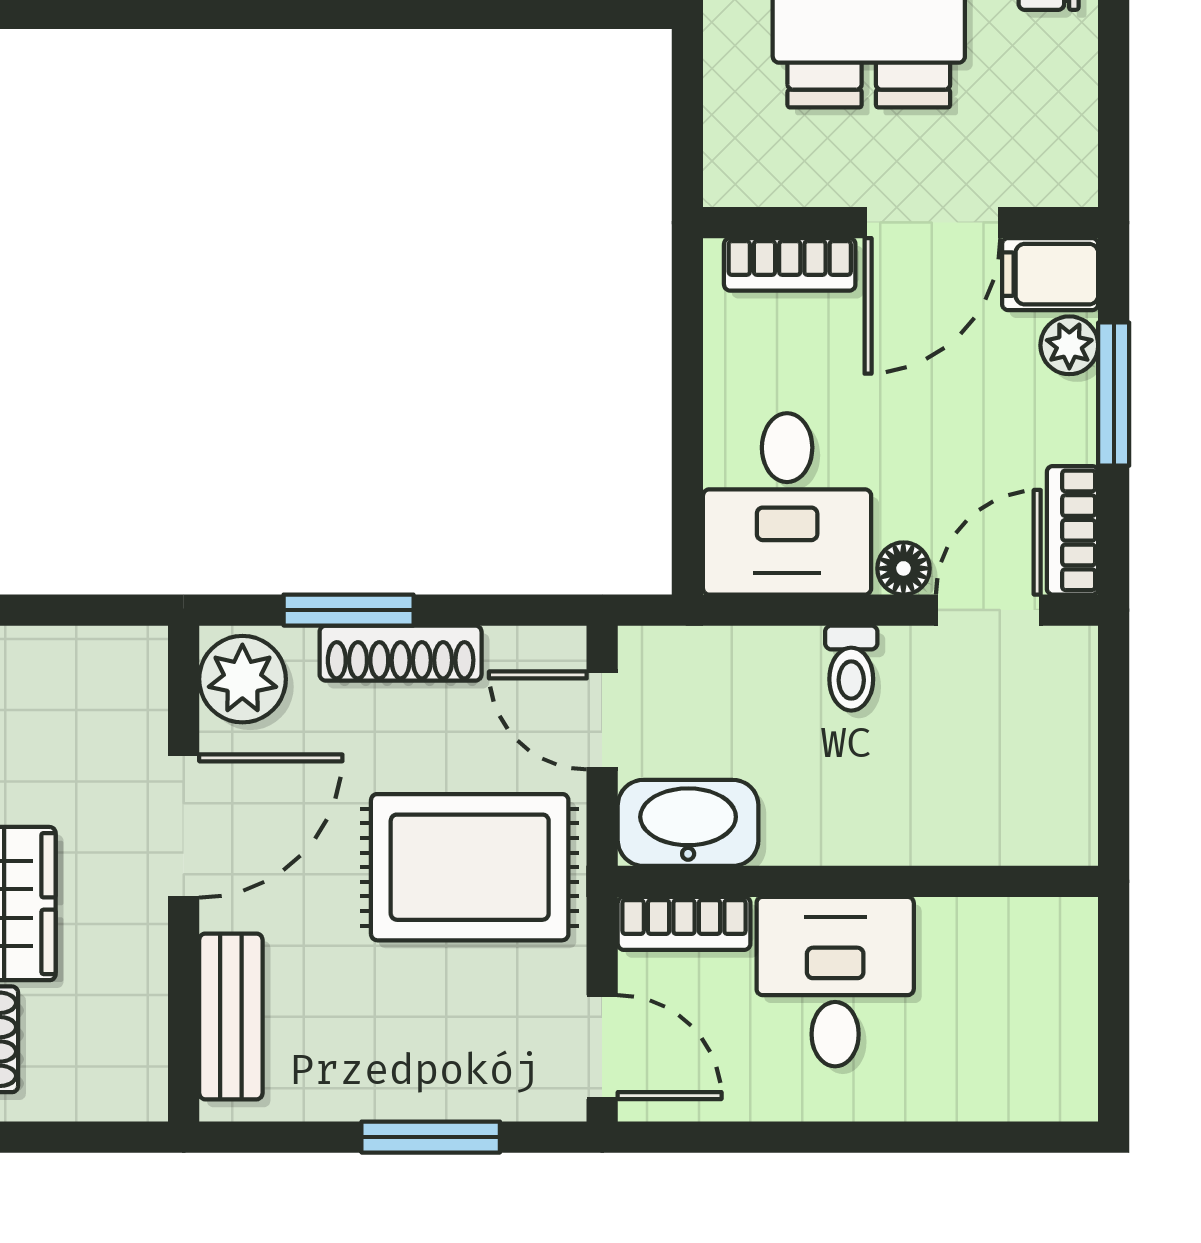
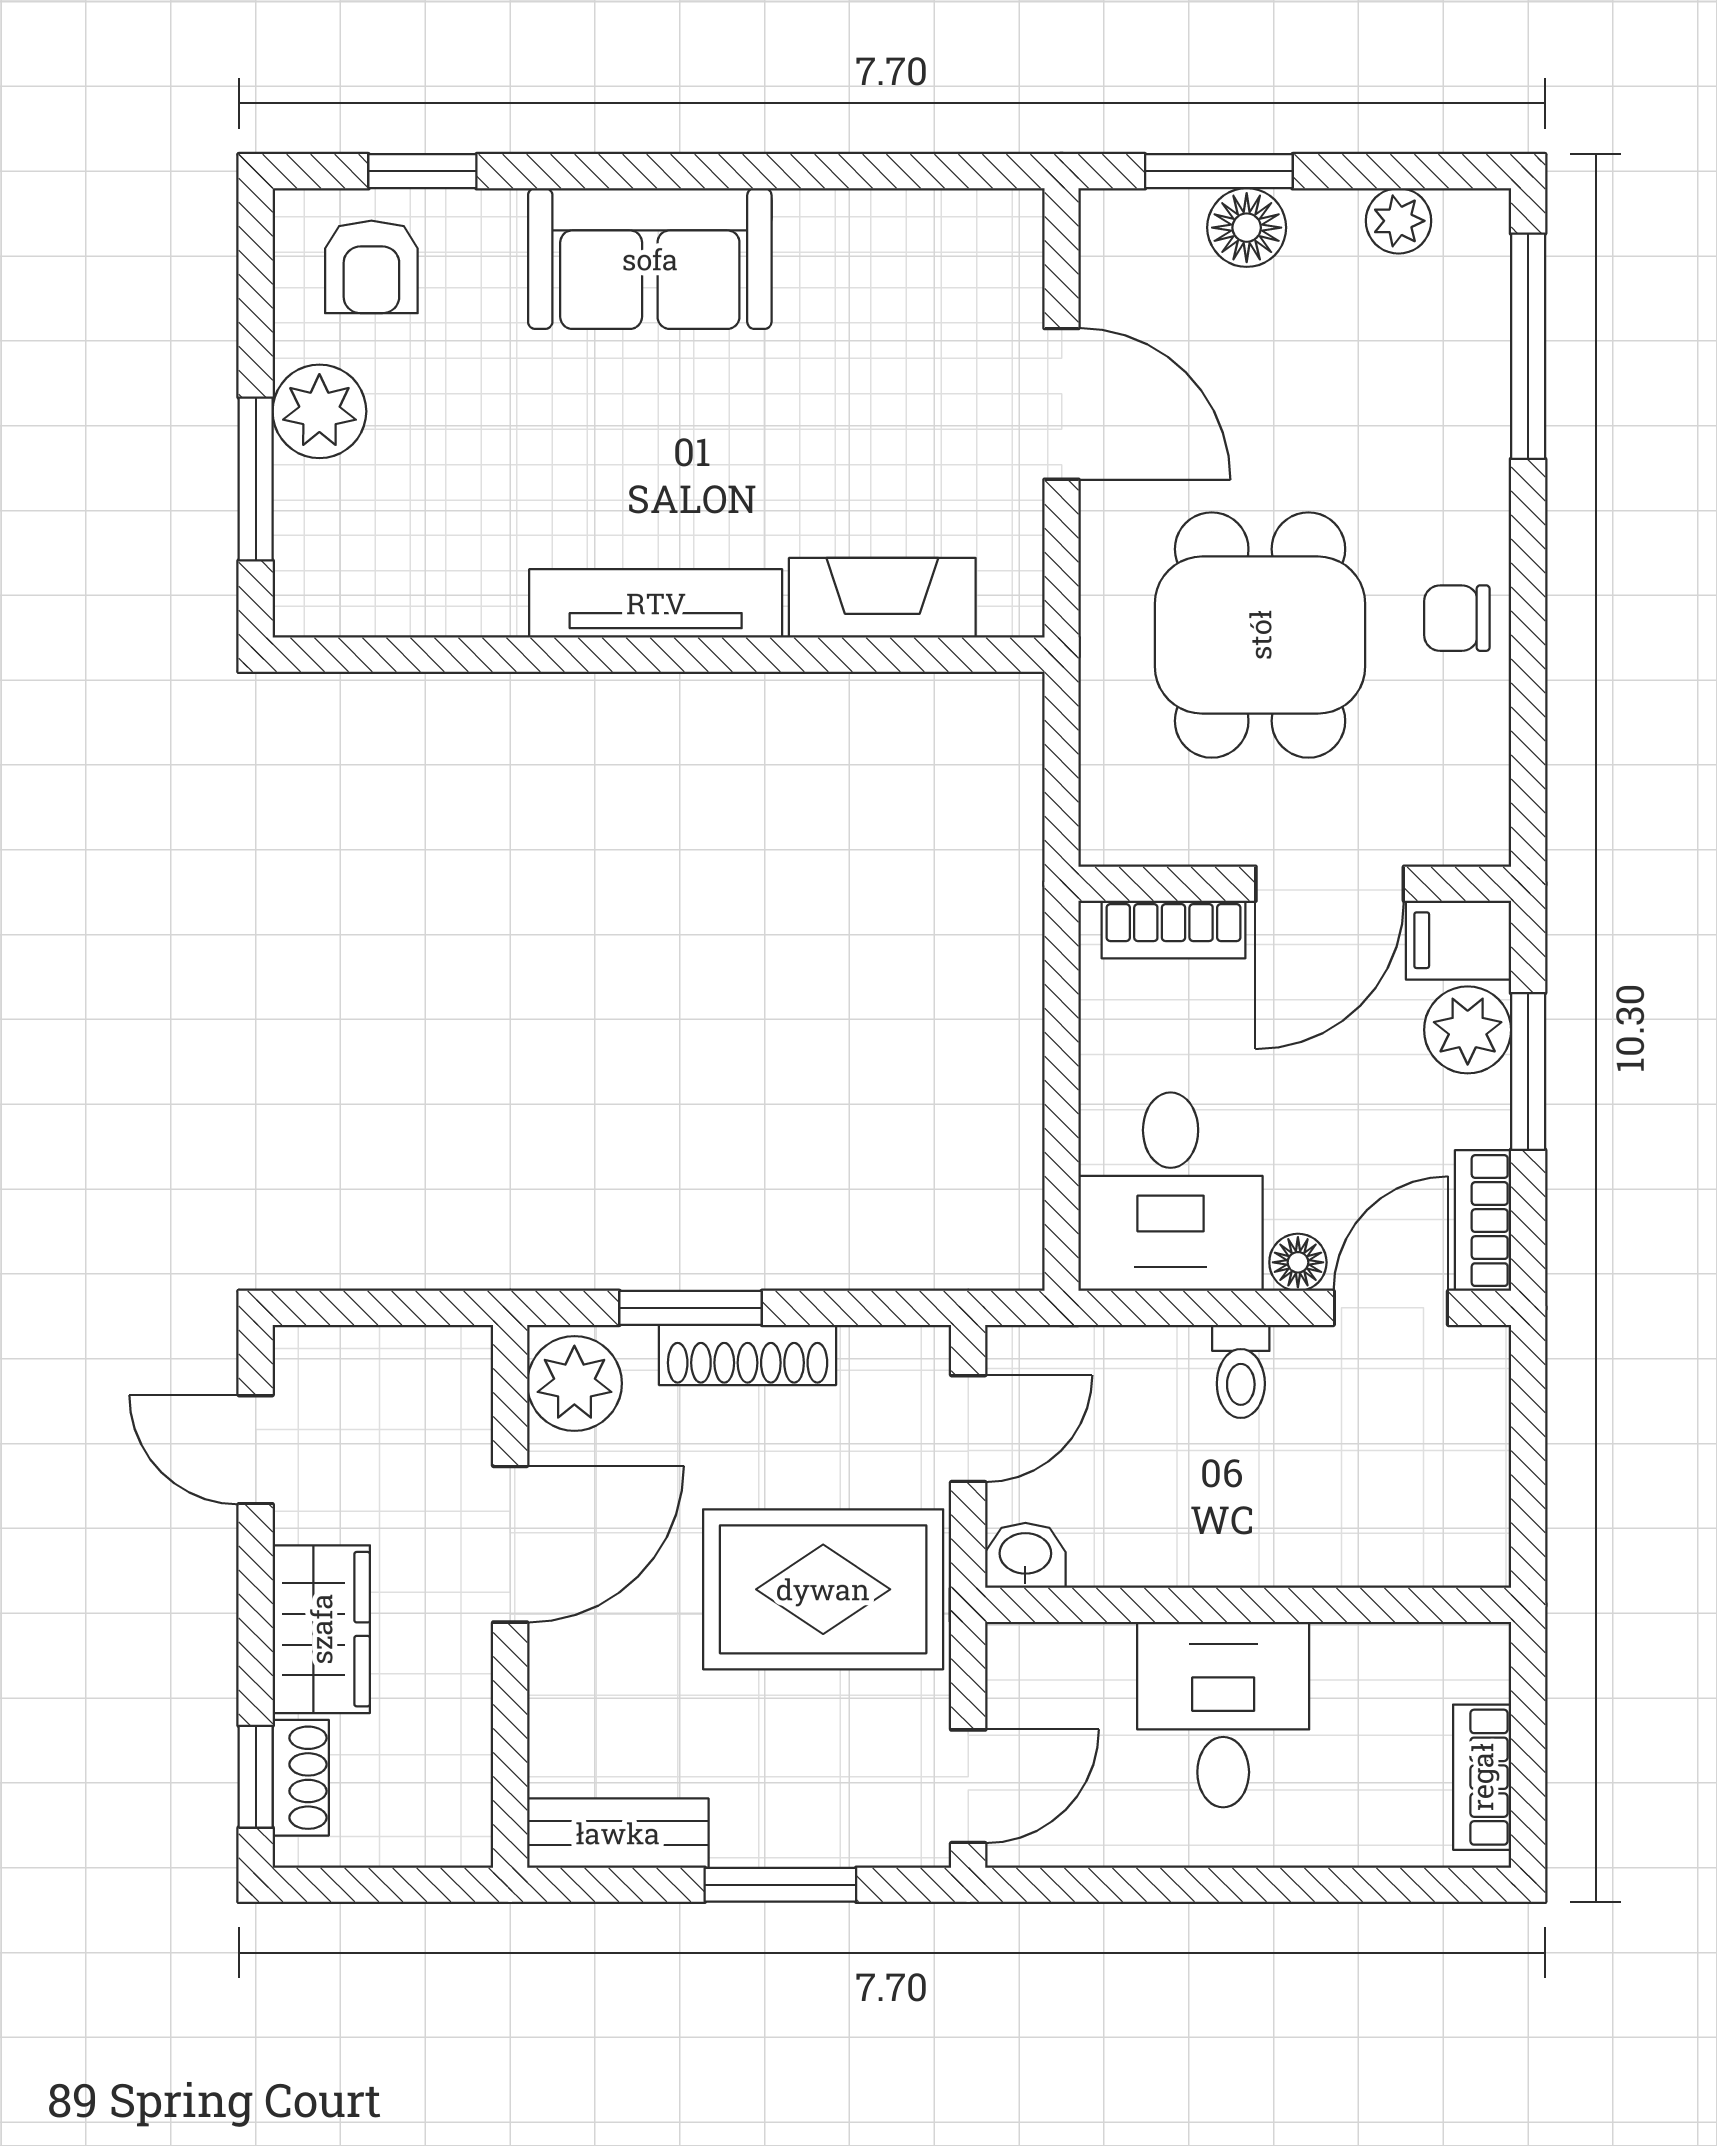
plant: (1069, 345) -> (1468, 1030), width x1.38, depth x1.38
door: (602, 720) -> (968, 1429), swing flipped
washbasin: (688, 823) -> (1025, 1555), width x0.52, depth x0.69
bookcase: (684, 923) -> (1482, 1777), moved, turned 90
bench: (231, 1016) -> (618, 1833), moved, turned 90
door: (602, 1047) -> (968, 1786), hinge flipped

